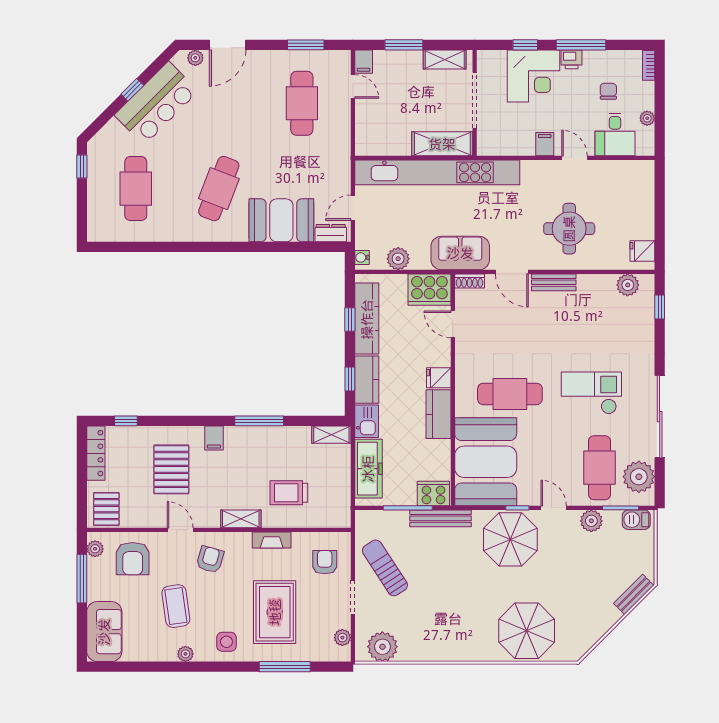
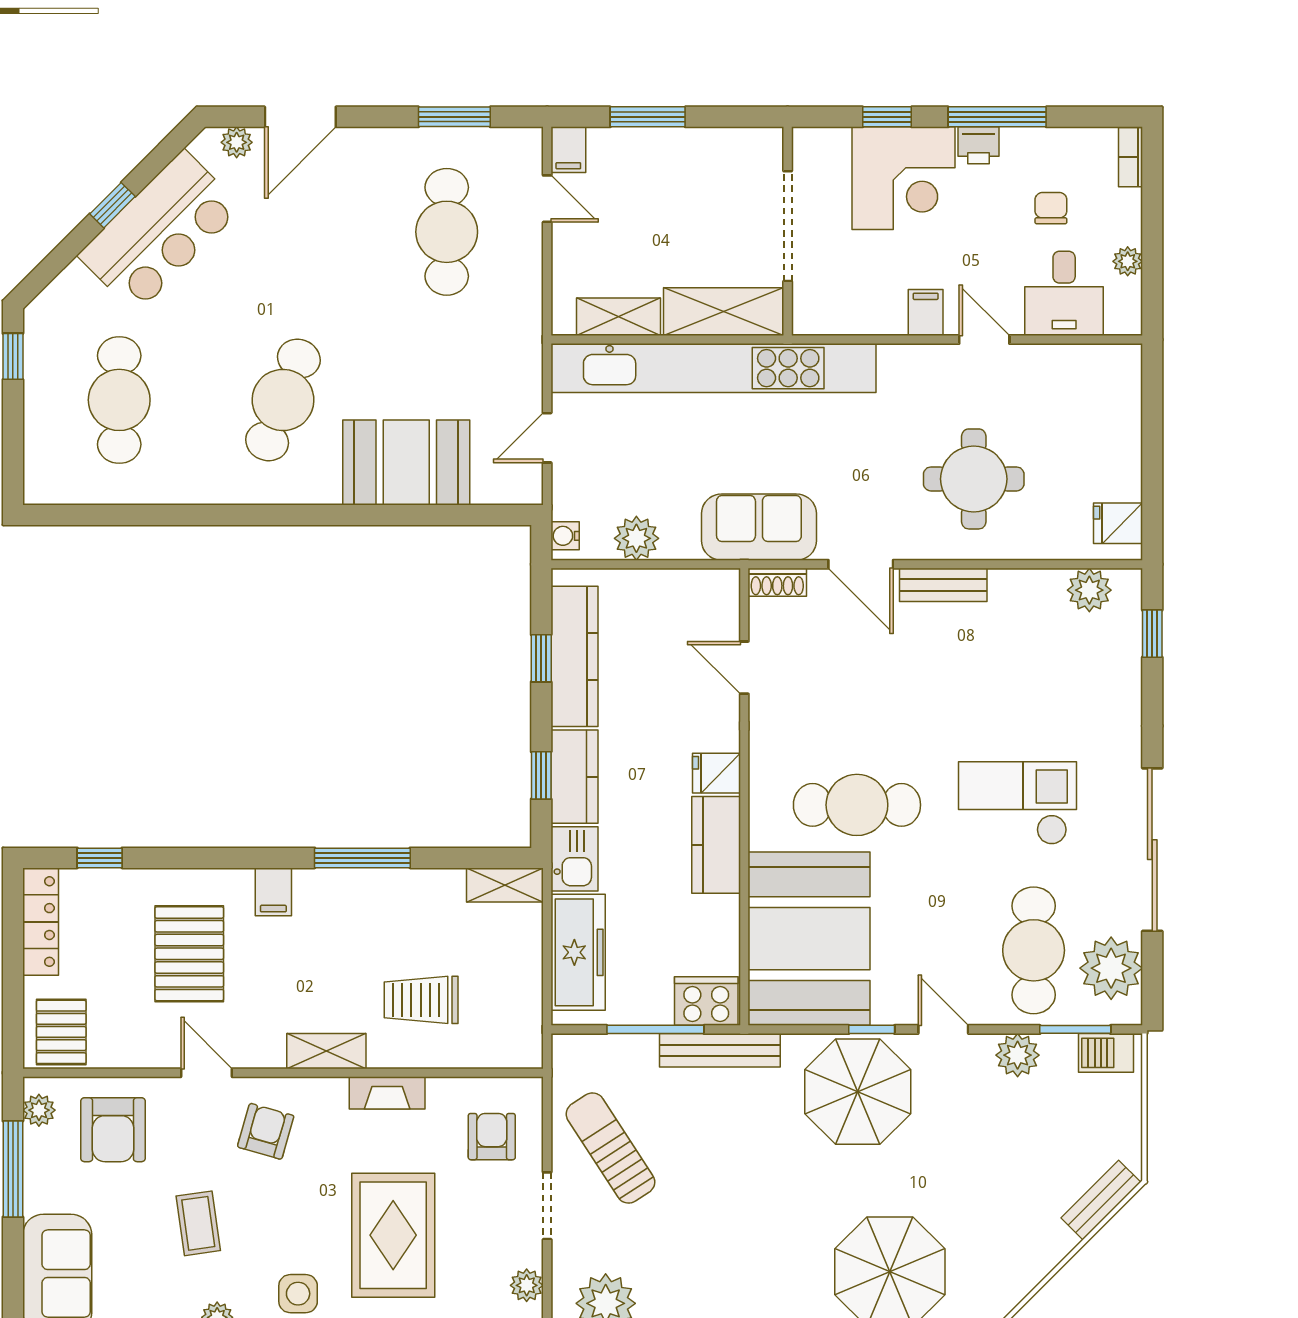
shelving: (445, 60) -> (618, 317), moved
dresser: (331, 233) -> (504, 488), removed
cooker: (429, 290) -> (698, 599), removed
coffee table: (176, 606) -> (198, 1223), width x0.73, depth x0.77

